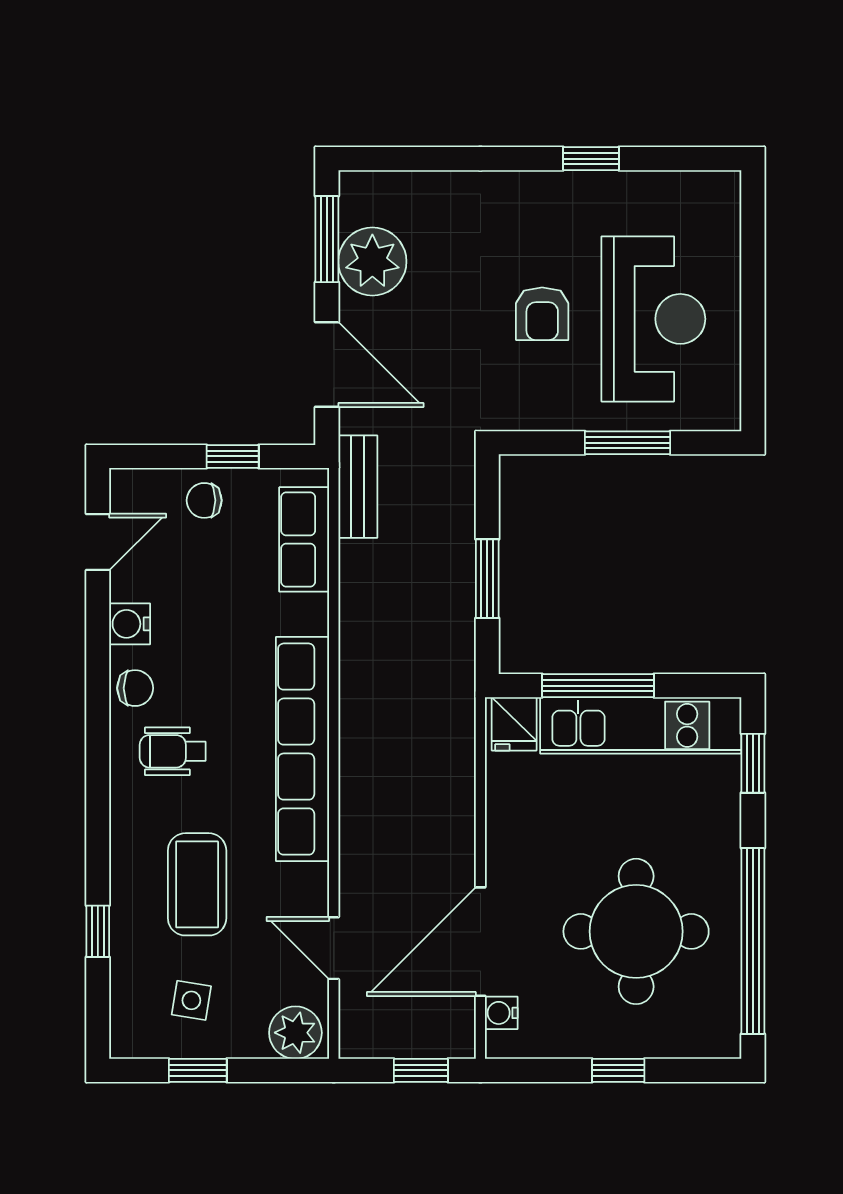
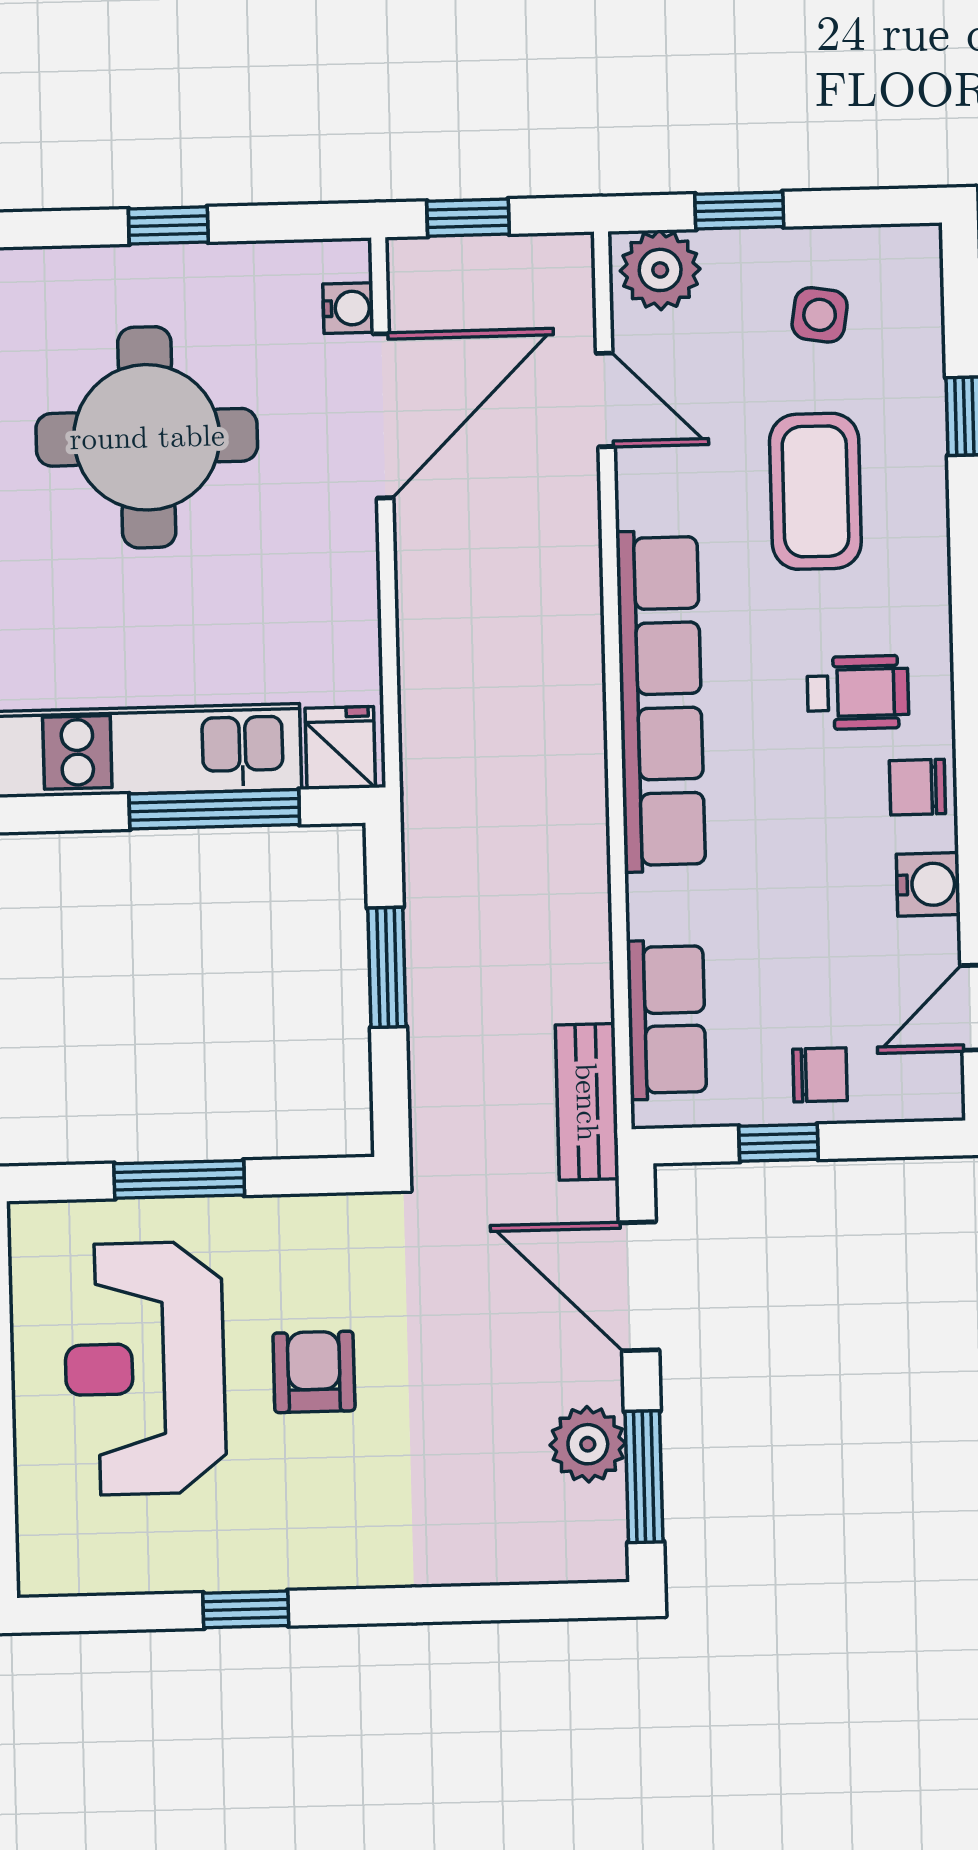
plant: (372, 261) -> (588, 1444), width x0.73, depth x0.73
window: (198, 1070) -> (739, 210), moved

